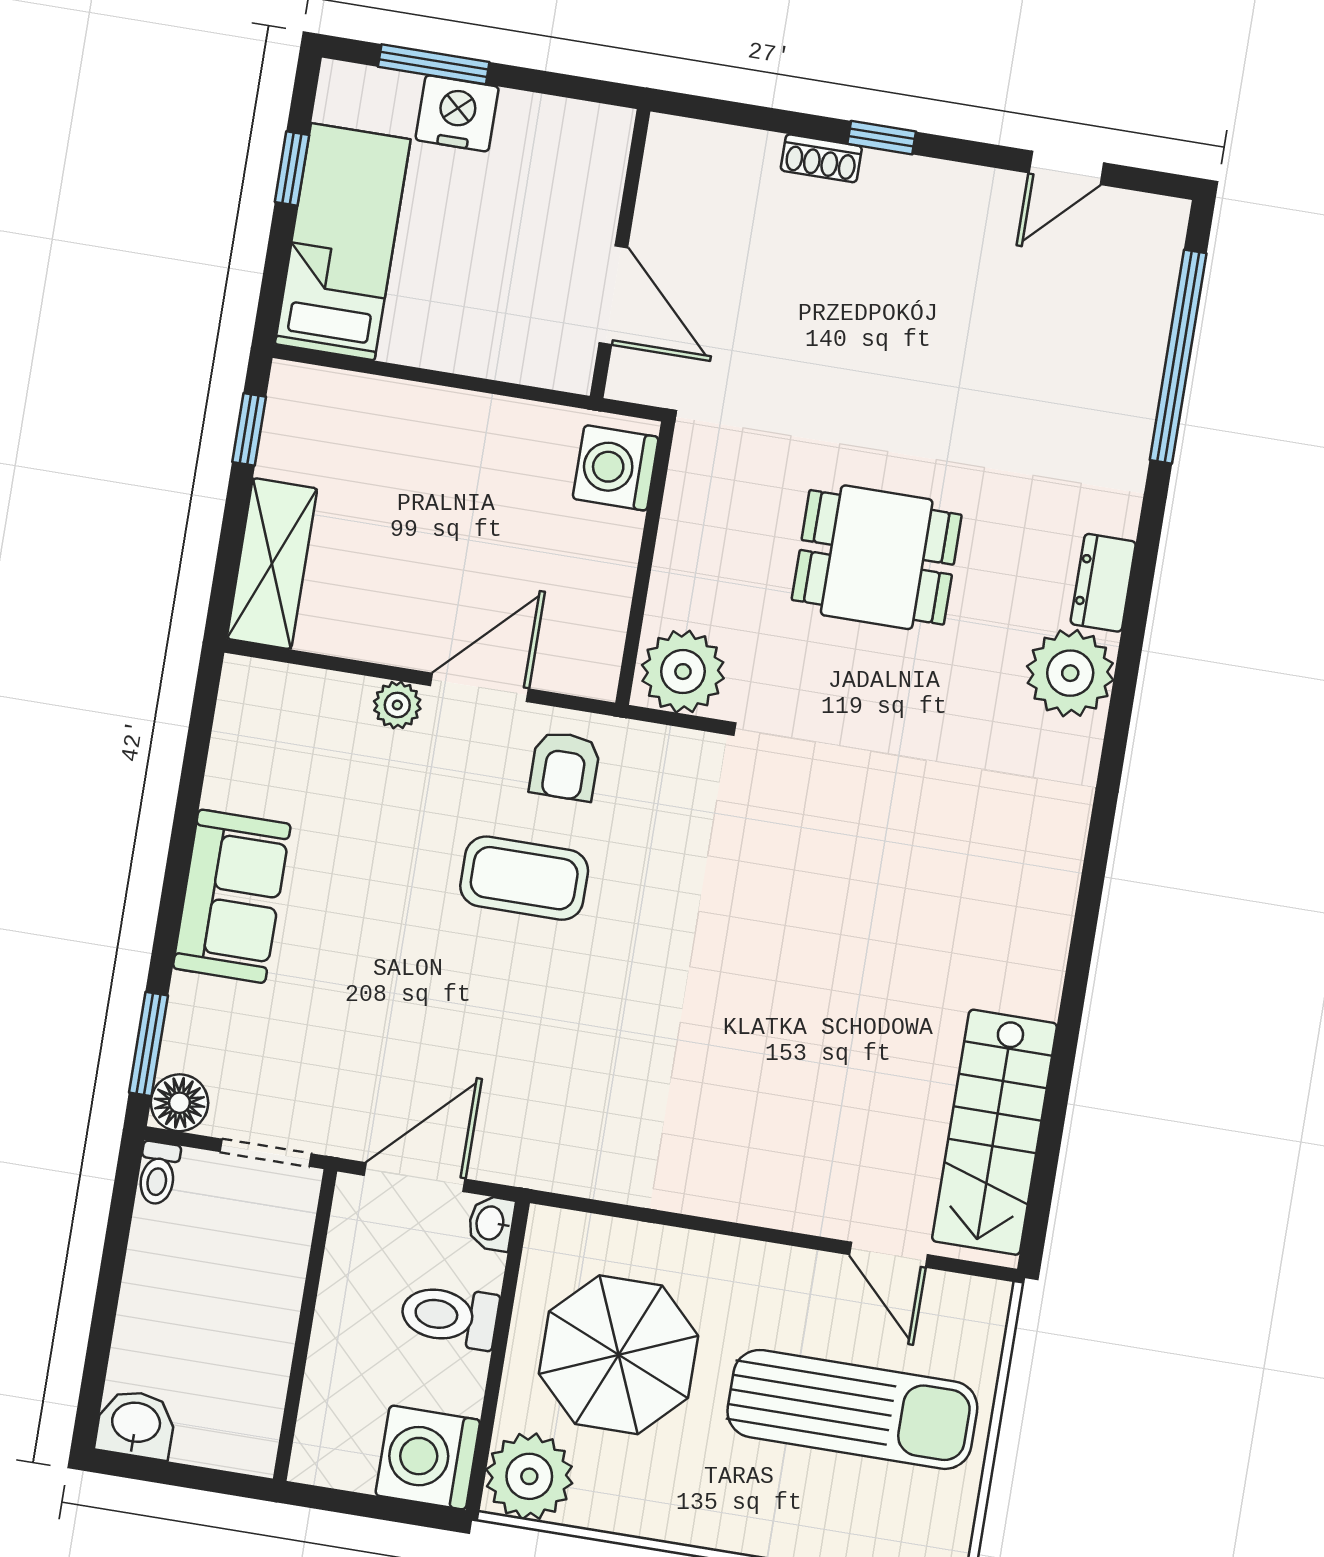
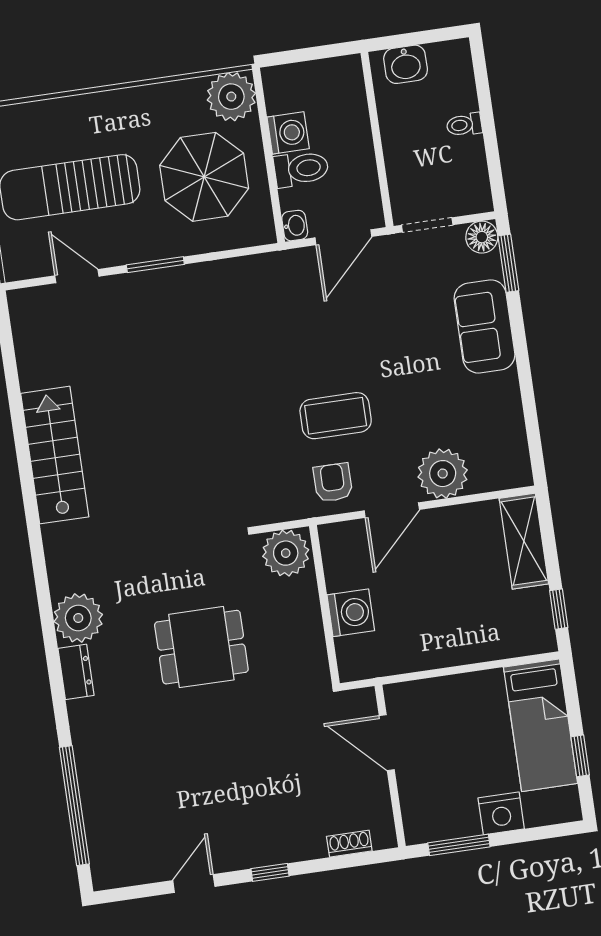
window: (434, 64) -> (459, 845), moved
shoe rack: (821, 158) -> (349, 844), moved
door: (1066, 168) -> (194, 884), moved
washing machine: (616, 468) -> (351, 613), moved
plant: (397, 705) -> (443, 474), width x1.88, depth x1.88
sofa: (232, 896) -> (485, 326), moved
stairs: (995, 1132) -> (55, 455), moved
toilet: (158, 1173) -> (464, 125), moved, turned -90
window: (749, 1232) -> (155, 265), added
washbasin: (136, 1424) -> (406, 64), moved
washing machine: (428, 1458) -> (288, 133), moved, width x0.73, depth x0.73

